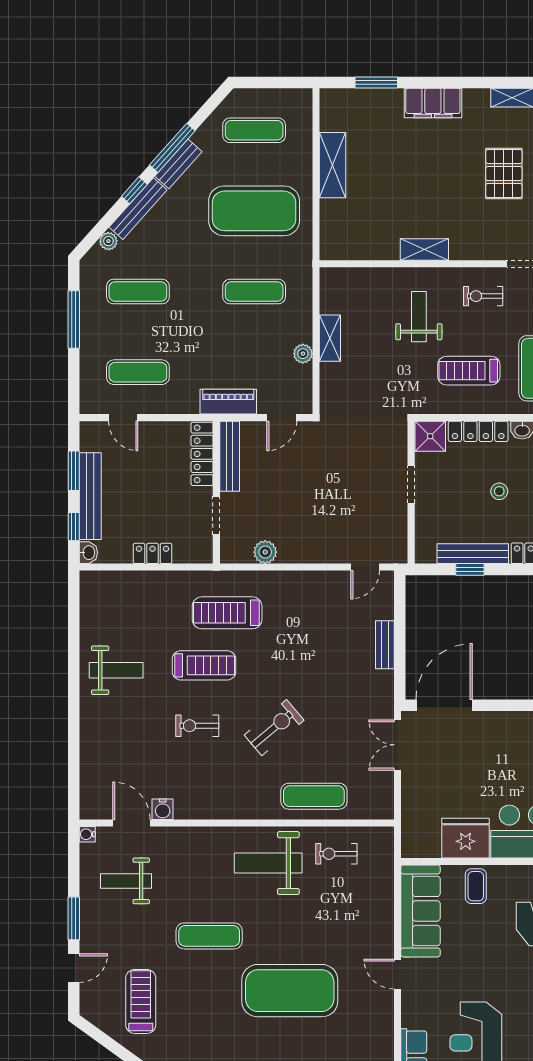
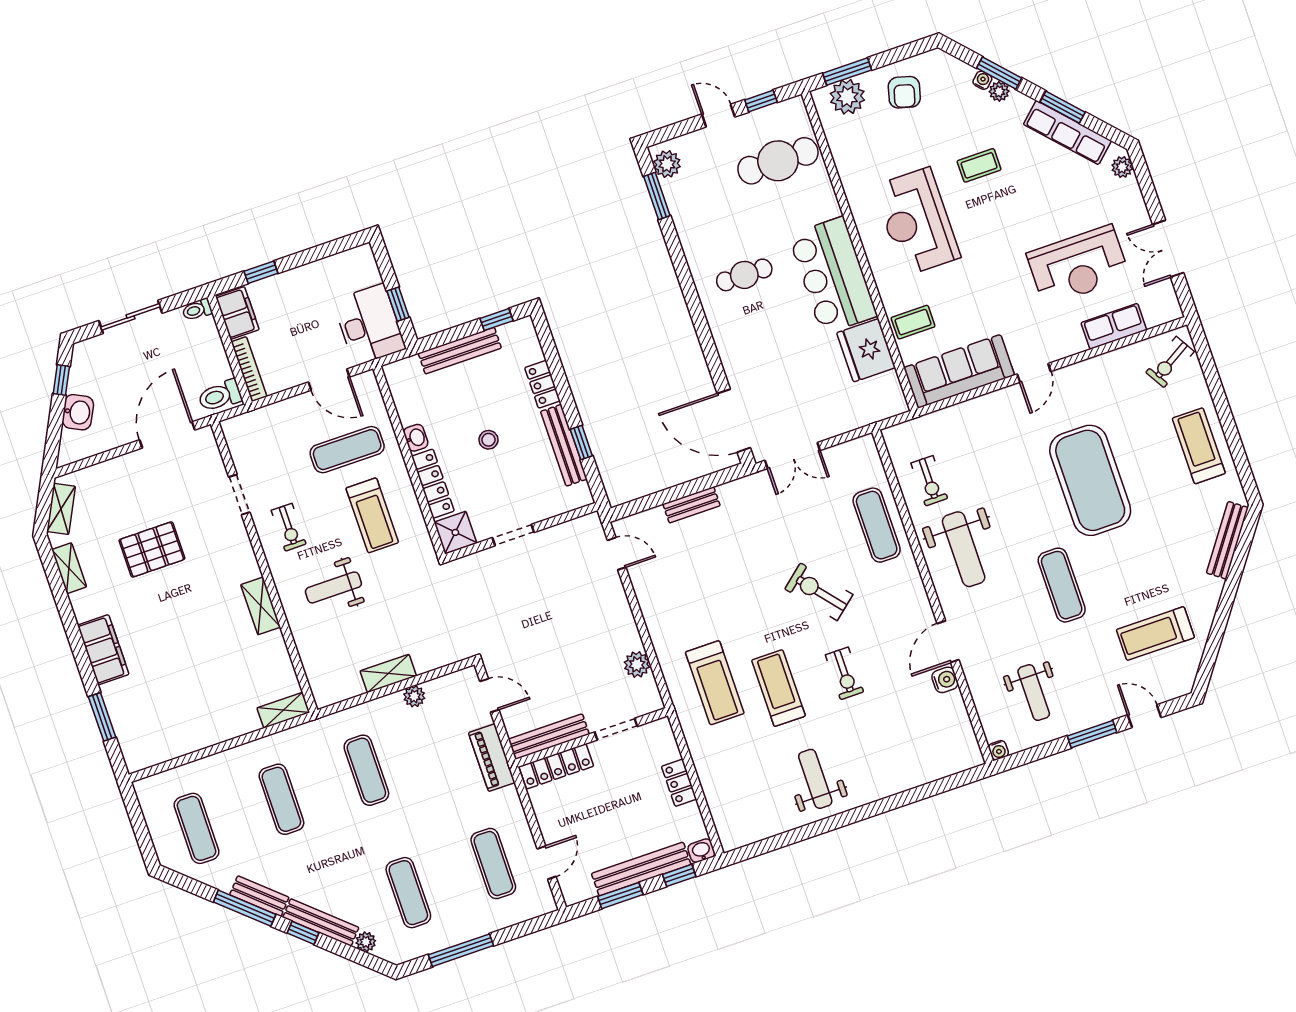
shelving: (332, 165) -> (283, 710), moved, width x0.67, depth x0.75
exercise mat: (254, 211) -> (281, 799), width x0.50, depth x0.69
door: (131, 823) -> (948, 642), moved

